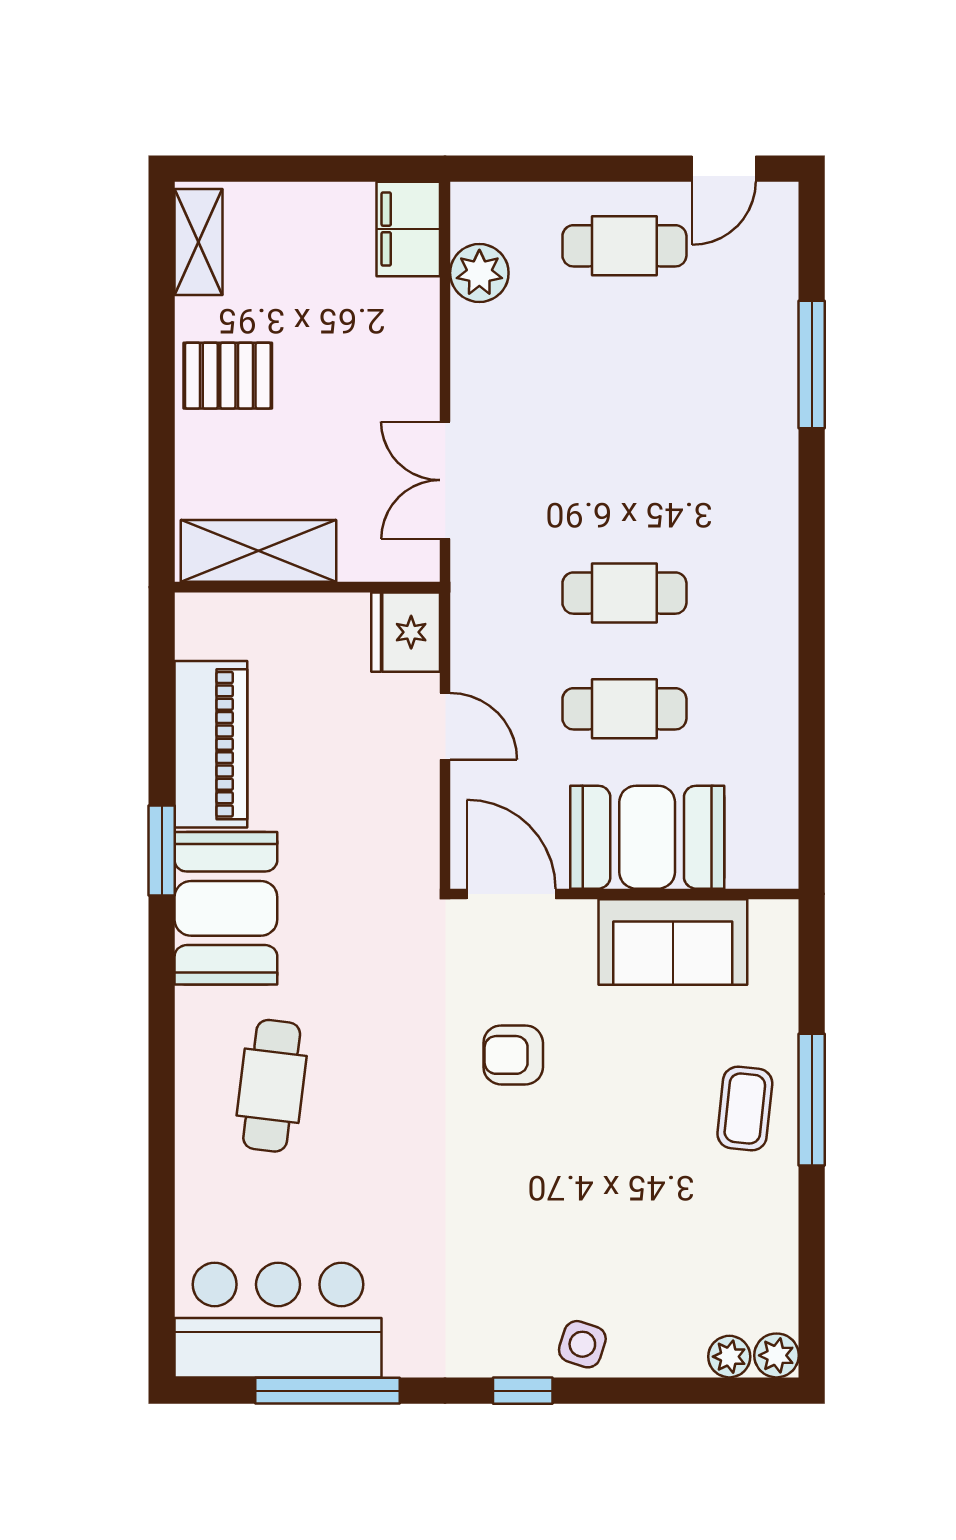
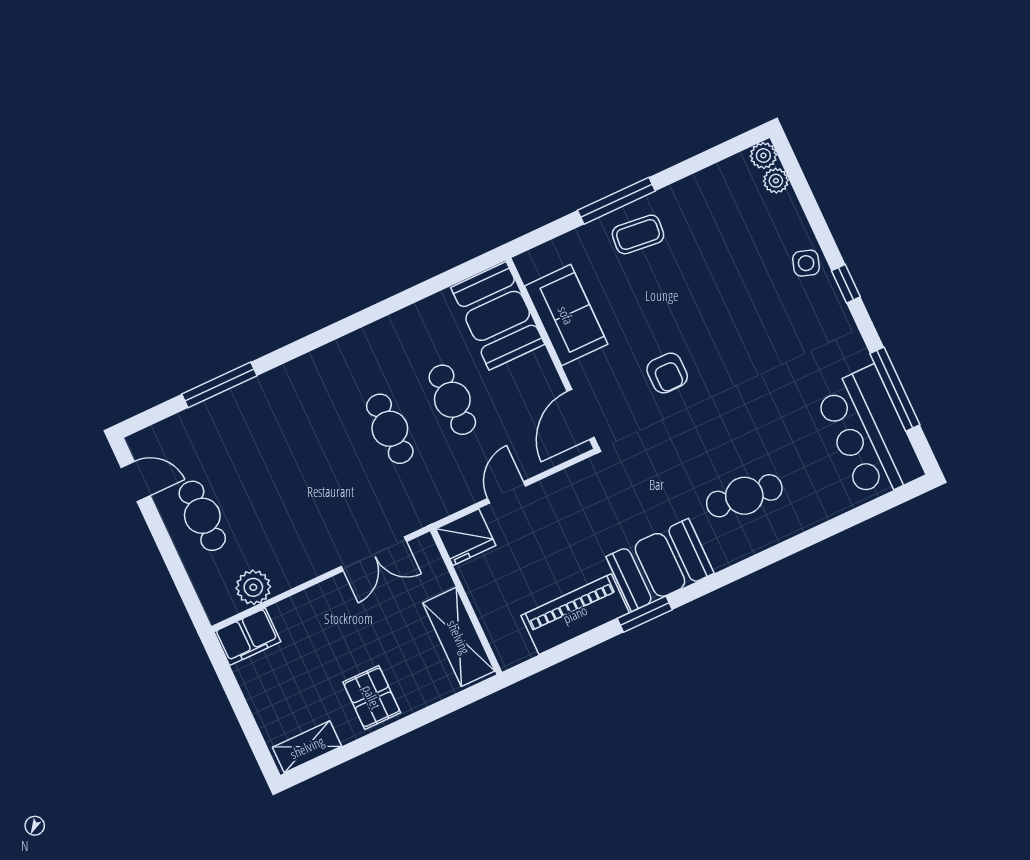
booth: (647, 837) -> (498, 316), moved

